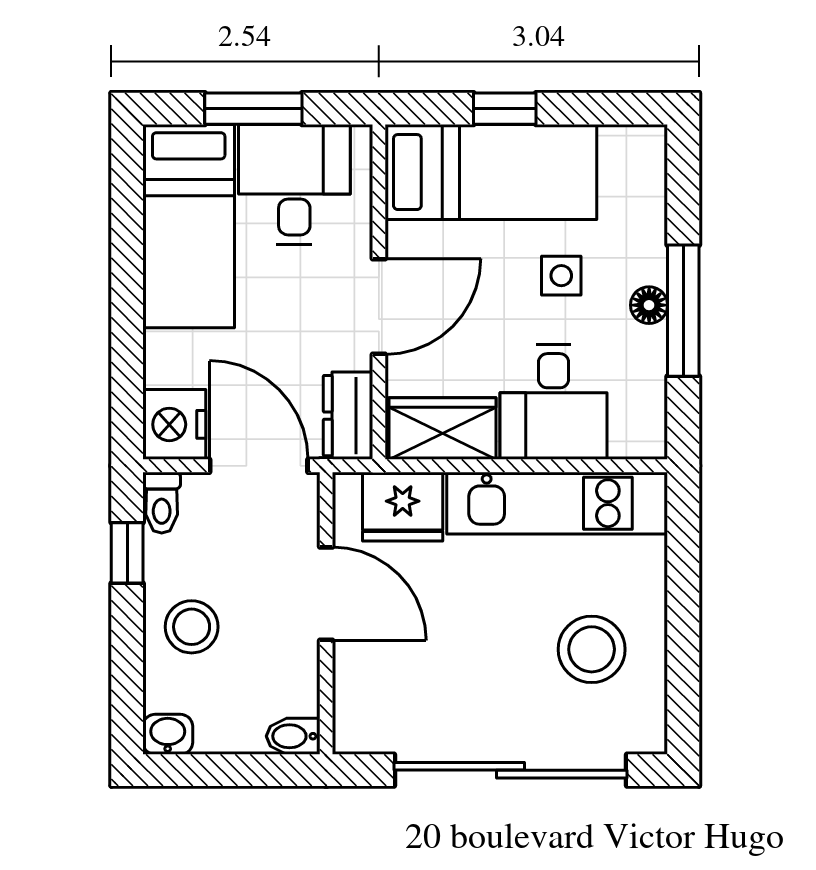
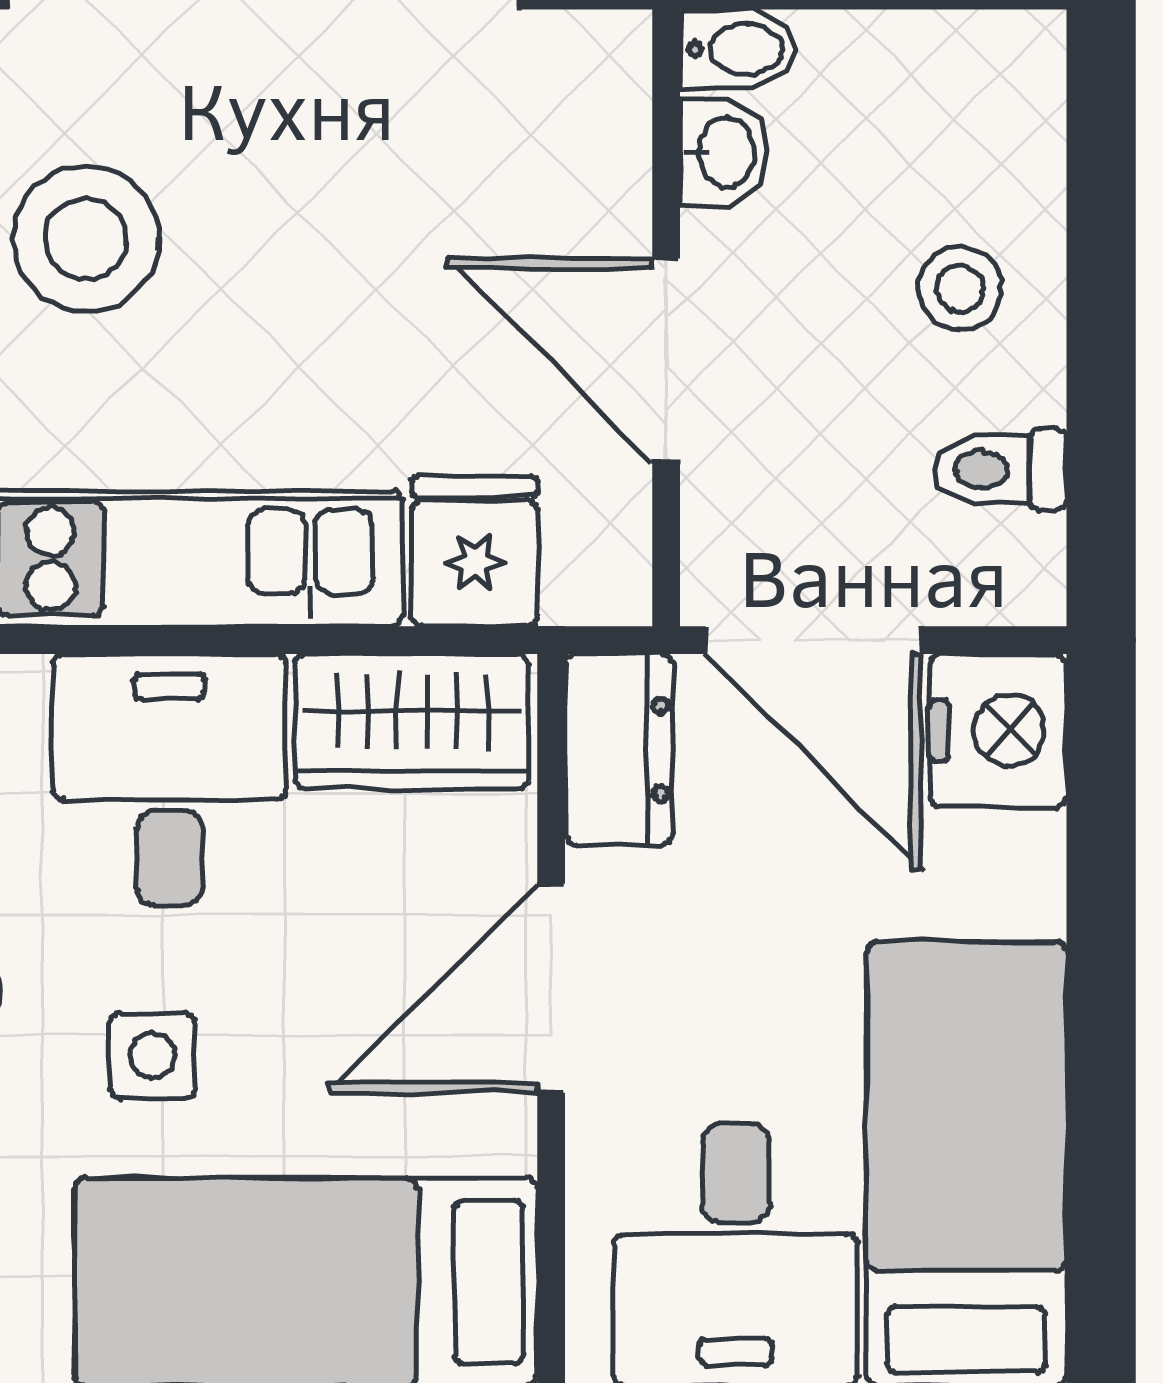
toilet: (162, 503) -> (1000, 469), moved, turned -90
fridge: (403, 507) -> (475, 551), width x0.72
window: (127, 553) -> (1101, 450), removed
stool: (192, 627) -> (960, 288), width x0.73, depth x0.73
washbasin: (168, 734) -> (724, 152), moved, turned -90

